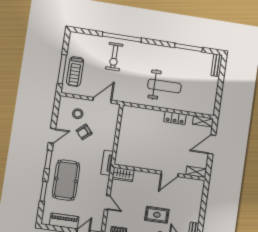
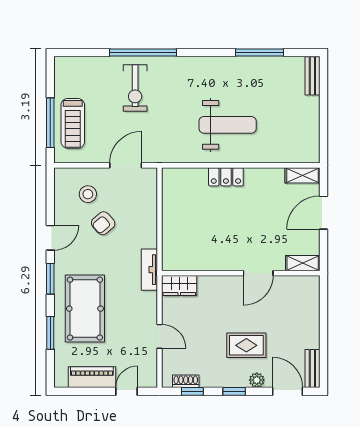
locker: (175, 118) -> (226, 177), moved

